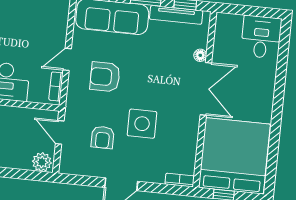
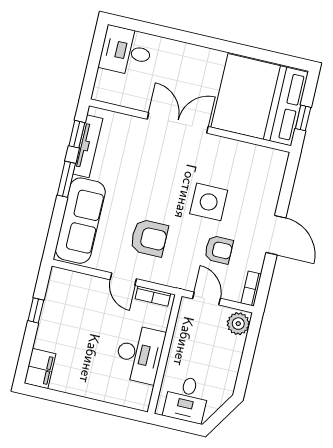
floor lamp: (200, 55) -> (138, 124), removed
armchair: (105, 77) -> (149, 238), turned -90
door: (60, 132) -> (207, 299), swing flipped
bookcase: (180, 180) -> (251, 289), moved

